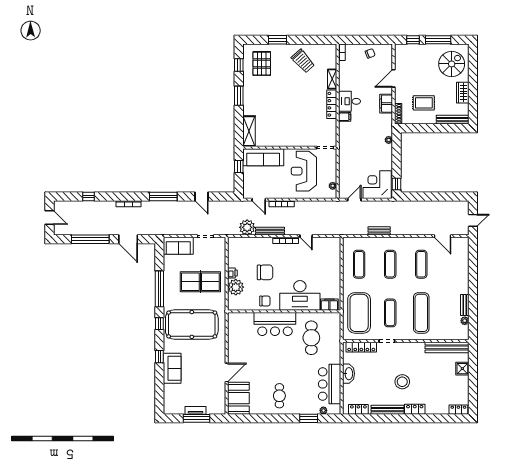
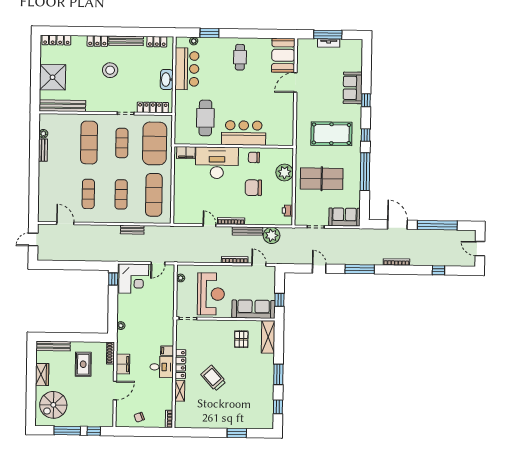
trolley: (303, 61) -> (213, 378), moved
pallet: (262, 64) -> (241, 339), moved, width x0.67, depth x0.71
rug: (424, 103) -> (83, 364), turned 90
exercise mat: (359, 264) -> (154, 195), width x1.36, depth x1.45
printer: (232, 273) -> (287, 211), moved
pool table: (192, 324) -> (331, 134), width x0.73, depth x0.76
shower: (462, 369) -> (53, 77), width x1.86, depth x1.86
locker: (458, 410) -> (56, 40), width x1.53

